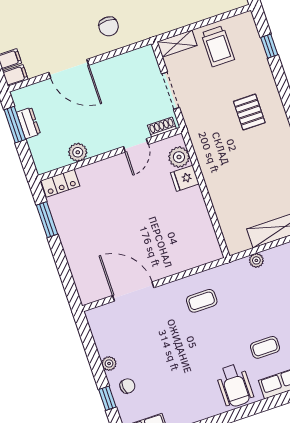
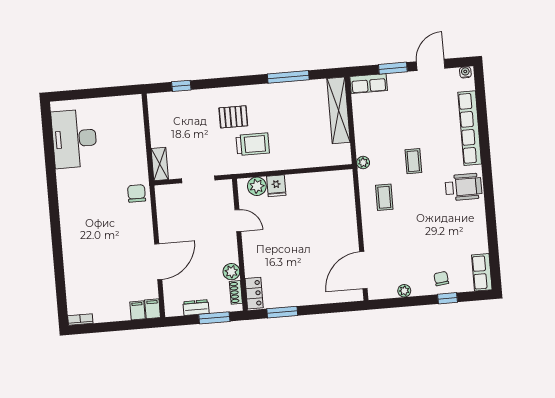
chair: (109, 26) -> (137, 193), moved, turned -90
trolley: (218, 46) -> (253, 144), moved
window: (15, 125) -> (214, 318), moved
shoe rack: (162, 127) -> (236, 292), moved
plant: (256, 260) -> (363, 163), moved
door: (133, 292) -> (363, 270), moved
coffee table: (265, 347) -> (413, 161), moved
plant: (109, 364) -> (404, 291), moved

